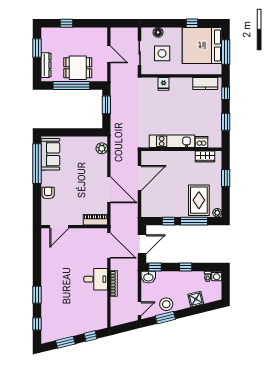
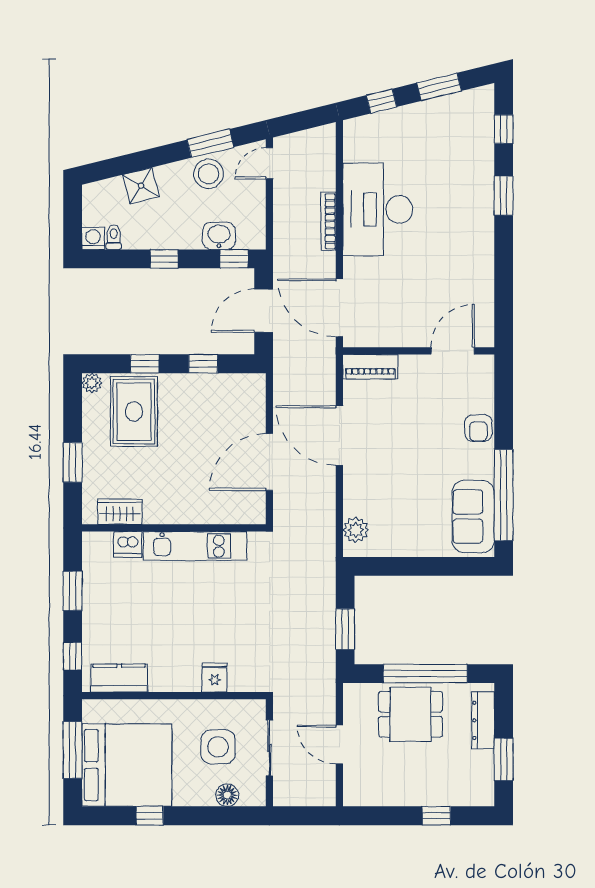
window: (194, 221) -> (145, 364), width x0.46
washbasin: (148, 277) -> (219, 236), moved
desk: (96, 279) -> (378, 209), width x1.87, depth x1.30

